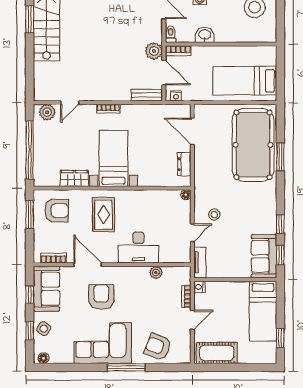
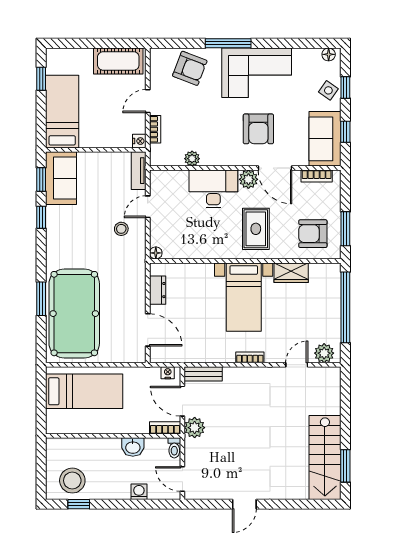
plant: (110, 255) -> (248, 179), added

